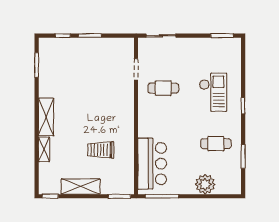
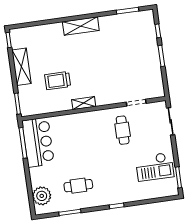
checkout: (213, 92) -> (155, 167), moved
cafe table: (216, 144) -> (78, 186), turned 90
shelving: (44, 149) -> (84, 103), moved
trolley: (101, 150) -> (58, 81), turned -90
bar counter: (152, 164) -> (38, 142), moved, turned -90
plant: (205, 184) -> (42, 196), moved

